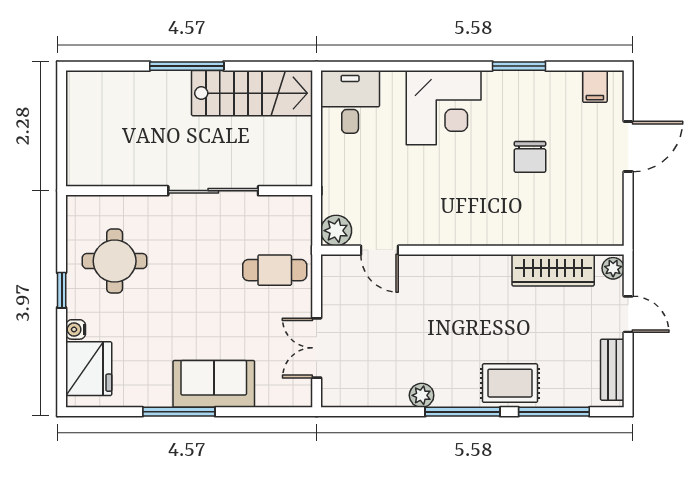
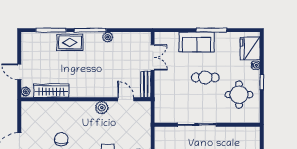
plant: (336, 231) -> (102, 108), moved
cafe table: (275, 270) -> (205, 77), moved
bench: (612, 370) -> (146, 84), moved

